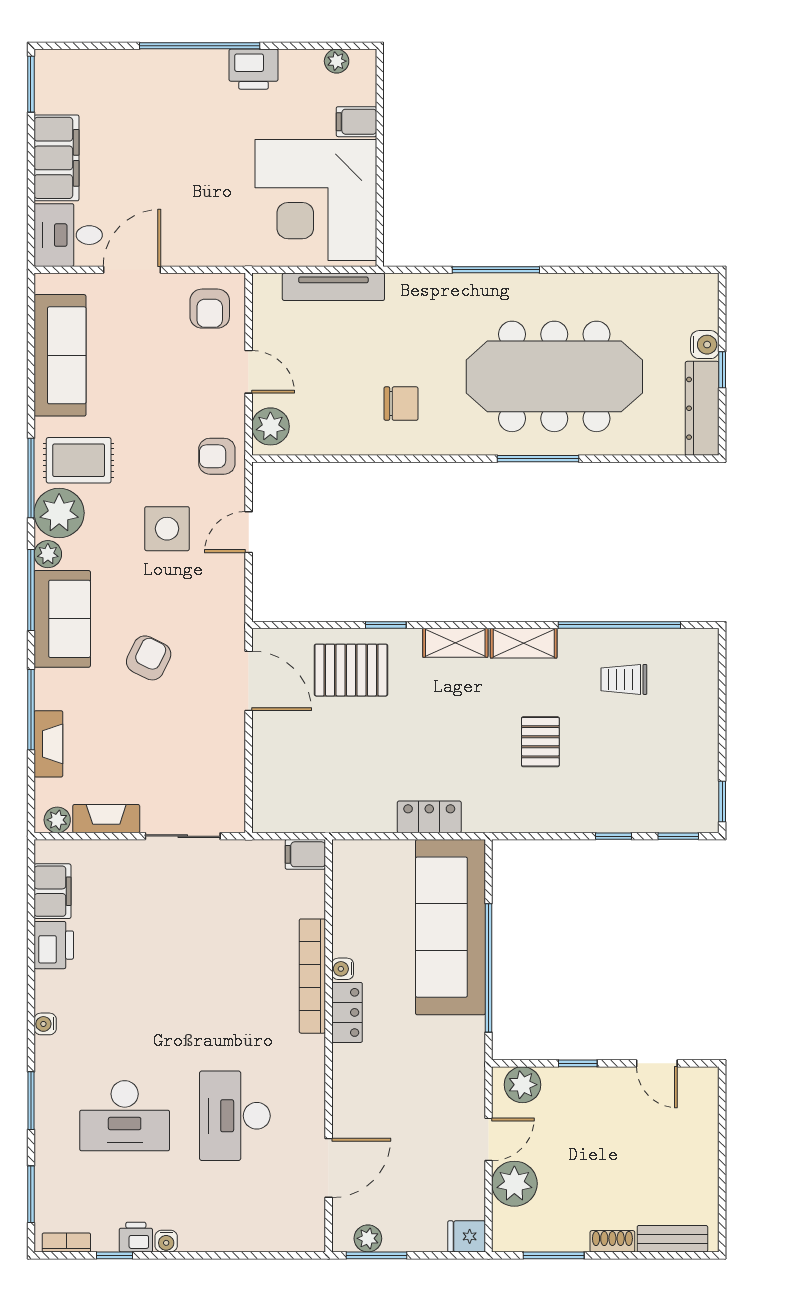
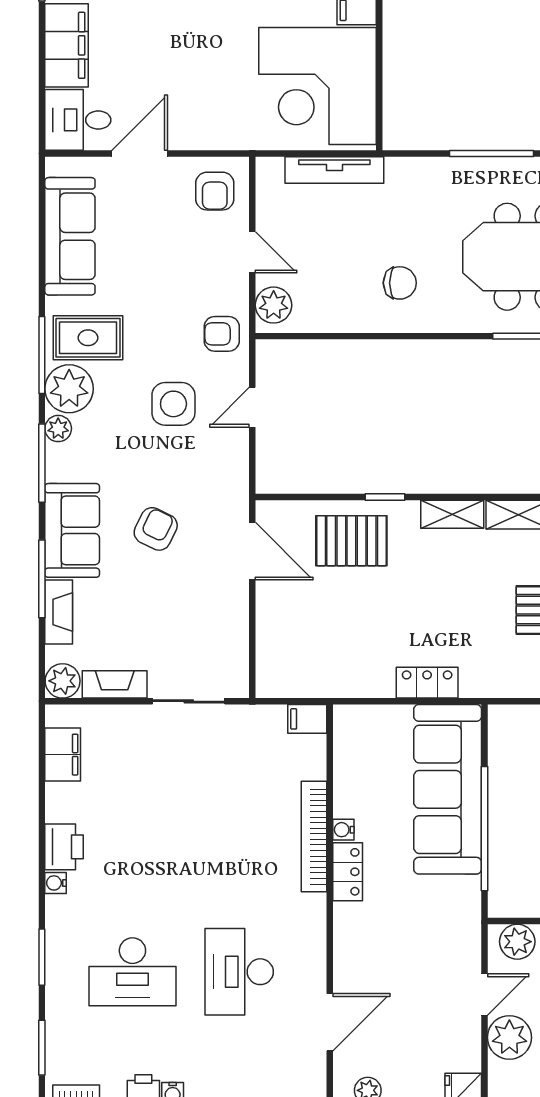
sofa: (62, 619) -> (72, 530), moved
plant: (57, 820) -> (63, 681), width x1.38, depth x1.38
printer: (54, 945) -> (64, 847), moved

